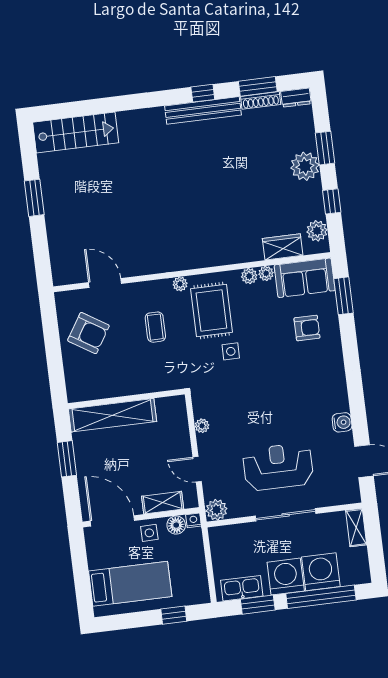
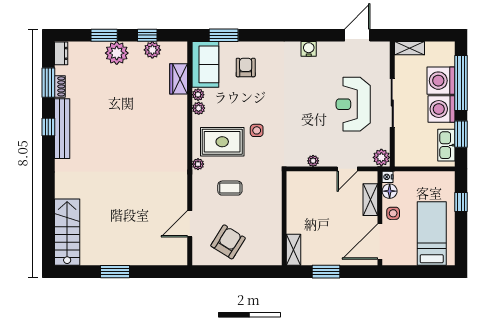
shoe rack: (261, 100) -> (60, 86), width x0.70
plant: (317, 231) -> (152, 50), moved
shelving: (112, 415) -> (293, 250), width x0.45, depth x0.75
water cooler: (342, 422) -> (309, 49), moved

